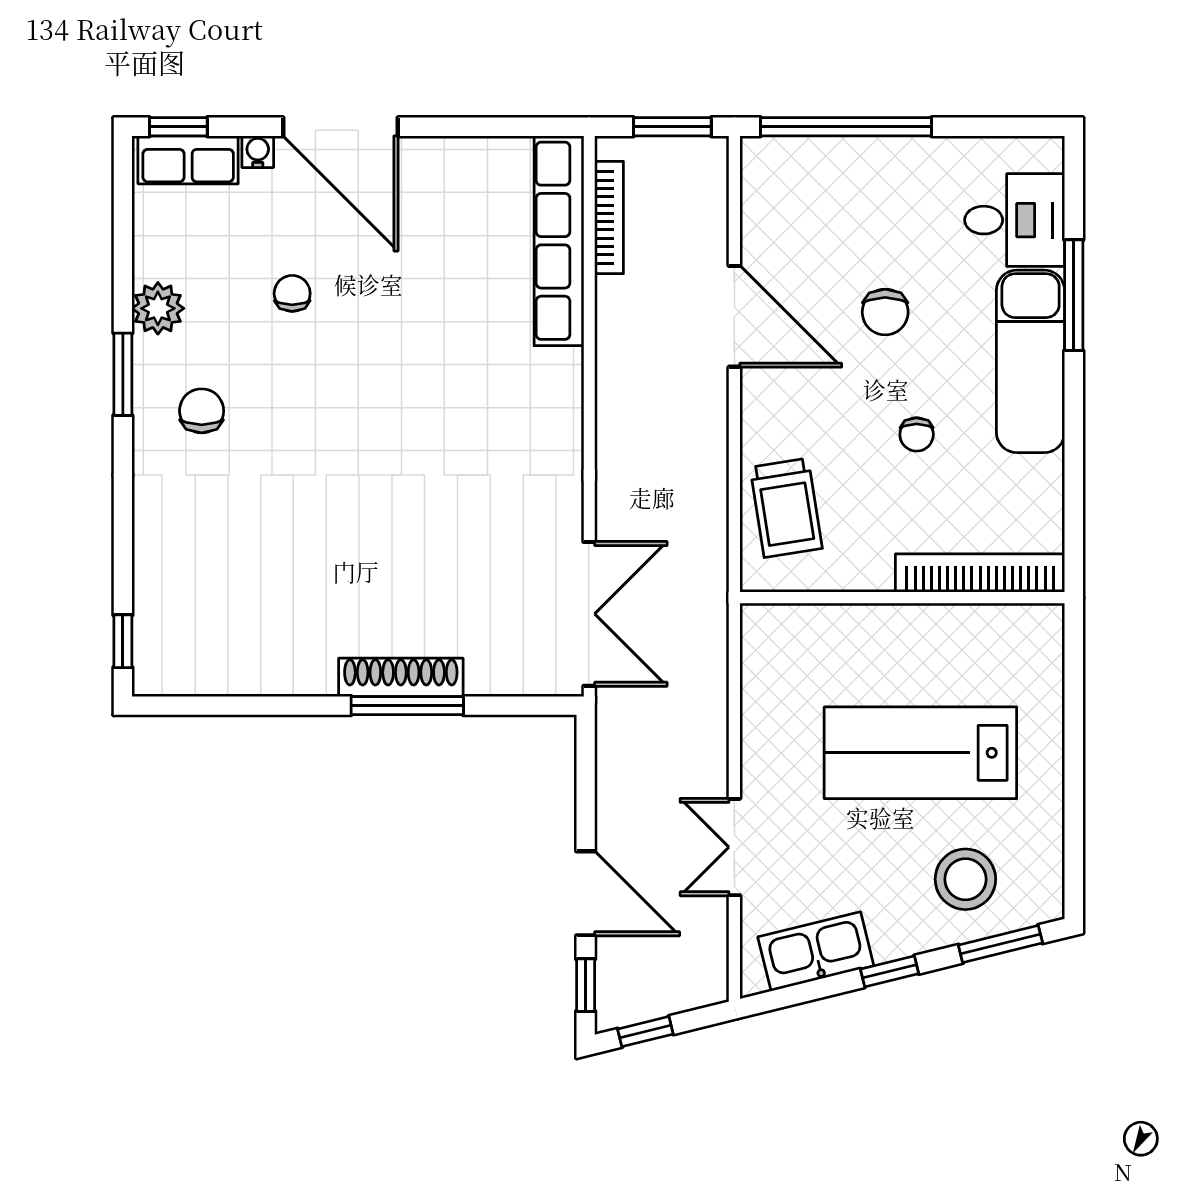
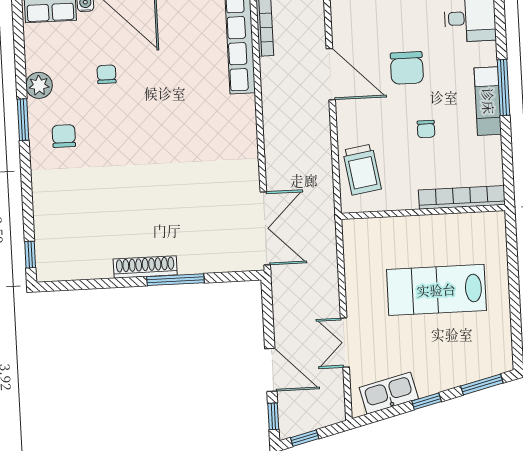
window: (1074, 295) -> (504, 87), moved
chair: (885, 312) -> (407, 68), width x1.37, depth x1.37
exam couch: (1031, 361) -> (488, 101), width x0.73, depth x0.69
shoe rack: (401, 677) -> (145, 267), moved
stool: (965, 879) -> (463, 353), removed

